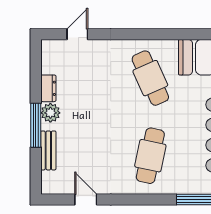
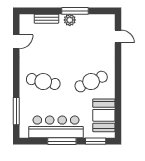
dresser: (48, 88) -> (85, 19), removed
window: (36, 125) -> (75, 11), moved

